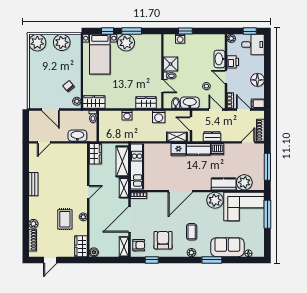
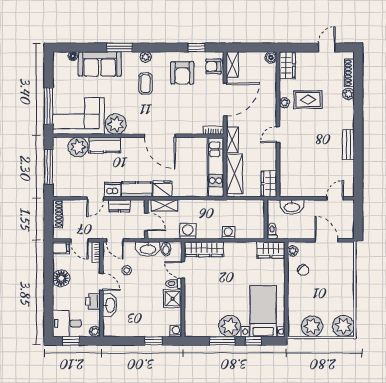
washing machine: (180, 39) -> (176, 331), moved
wardrobe: (146, 103) -> (204, 249), width x1.50
door: (248, 142) -> (95, 198), moved
door: (180, 191) -> (160, 136), swing flipped
rug: (65, 219) -> (308, 100), turned 90

